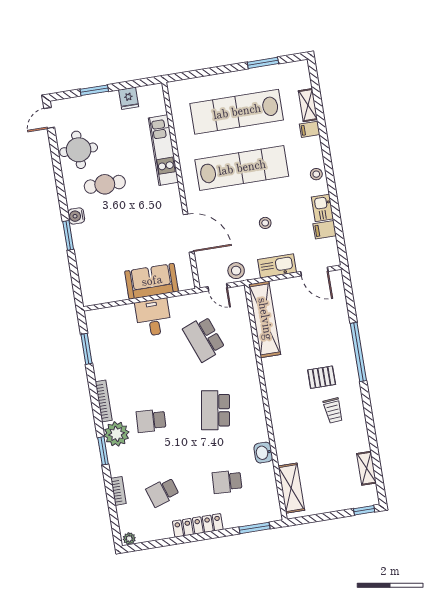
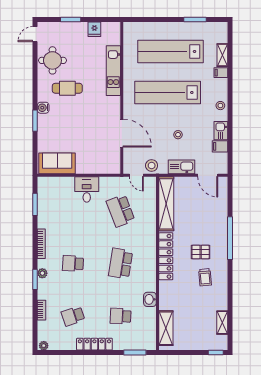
lab bench: (242, 168) -> (168, 92), turned 180
sofa: (152, 281) -> (57, 163), moved
locker: (275, 391) -> (166, 256), added
plant: (117, 434) -> (42, 273), width x0.53, depth x0.53

